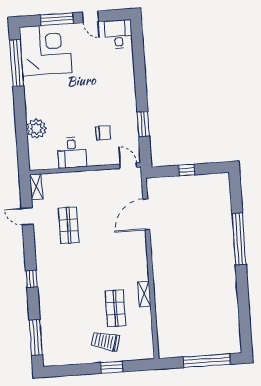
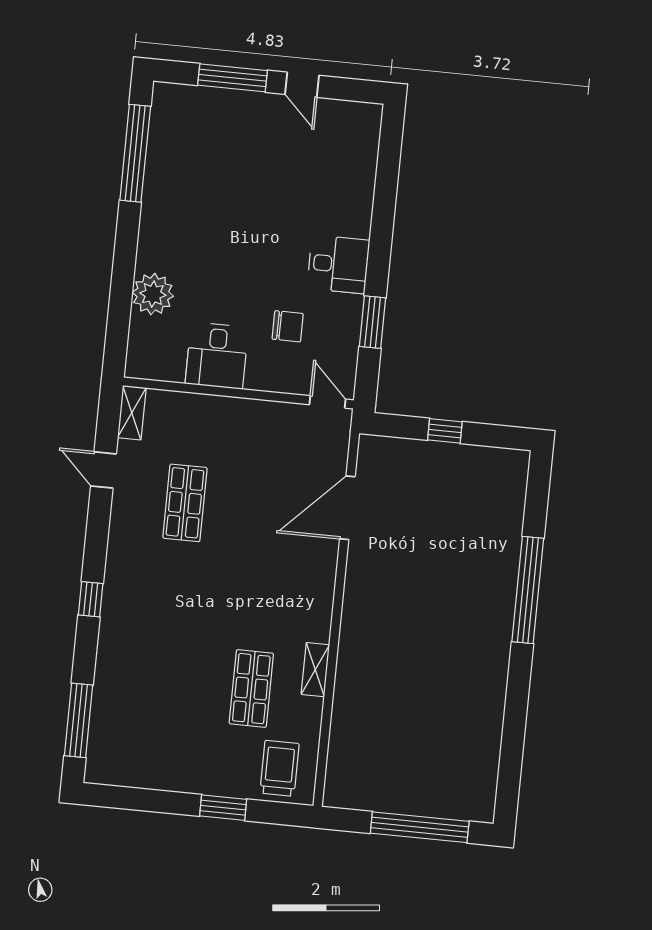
desk: (118, 34) -> (338, 264), moved, turned 90
corner desk: (46, 50) -> (199, 137), removed
trolley: (106, 341) -> (279, 768), moved, turned 75

